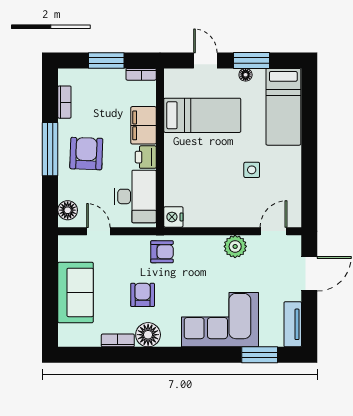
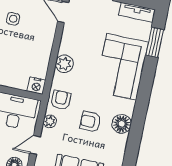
plant: (132, 243) -> (50, 121), added
plant: (235, 246) -> (64, 64), moved
bookcase: (118, 340) -> (121, 148), removed

